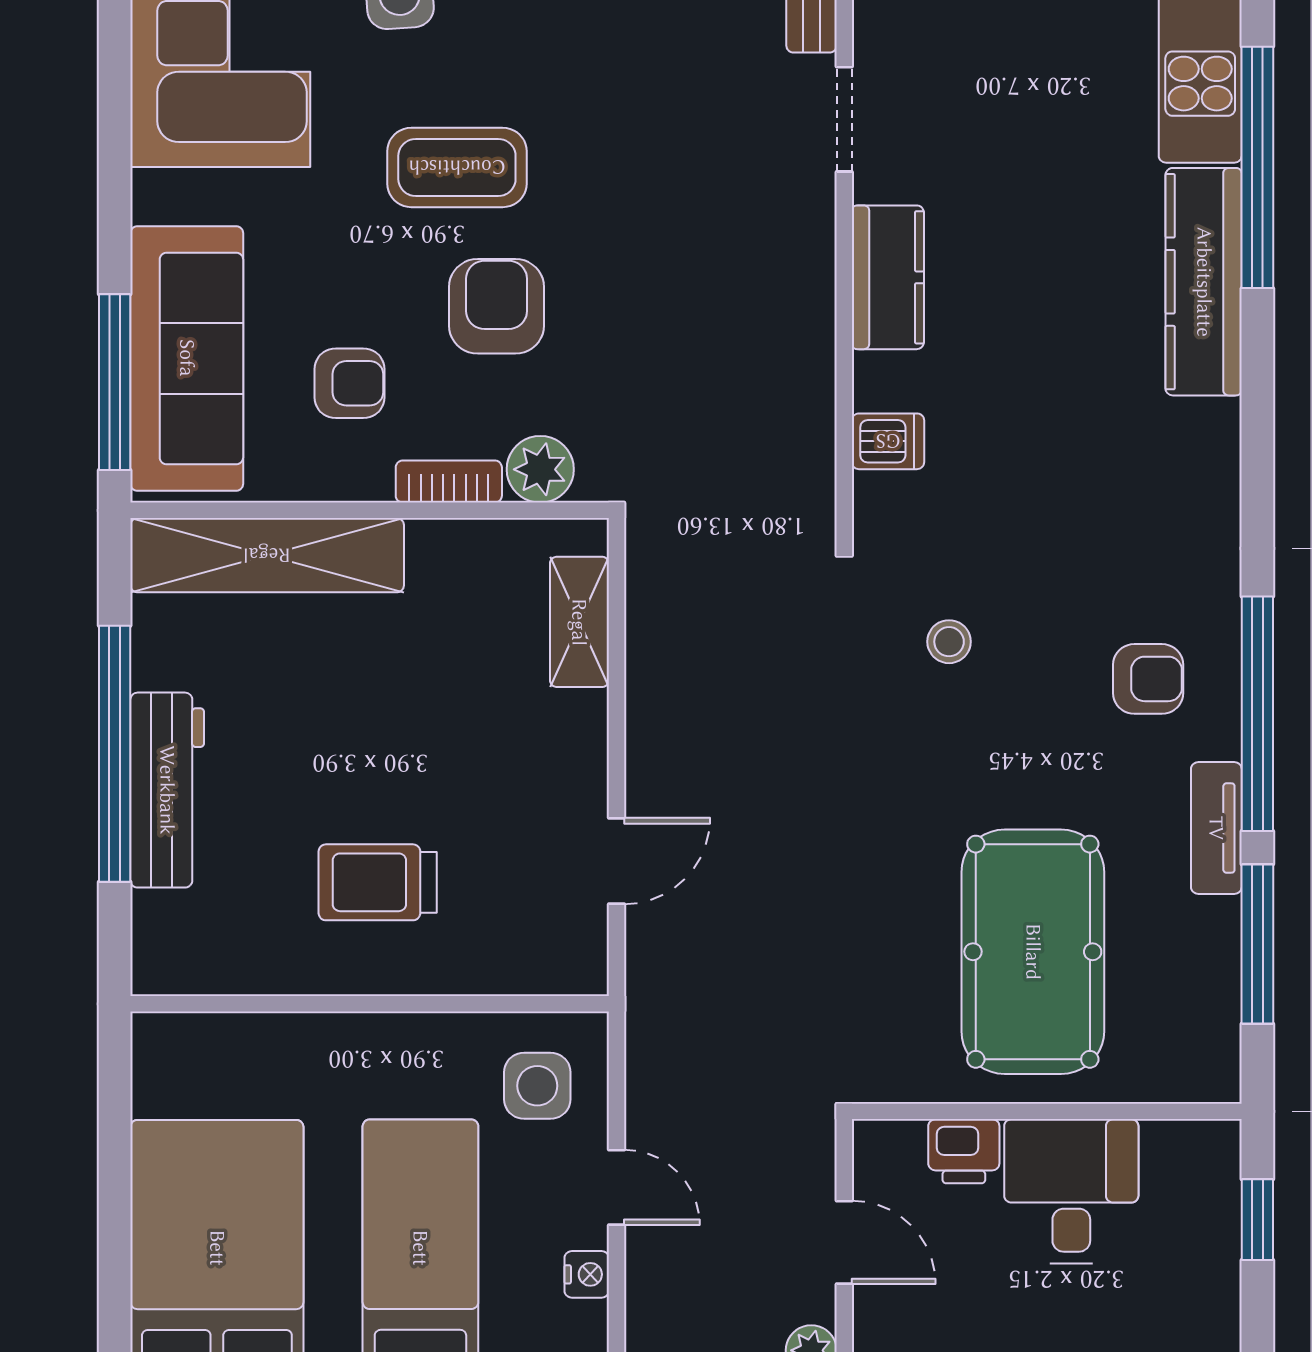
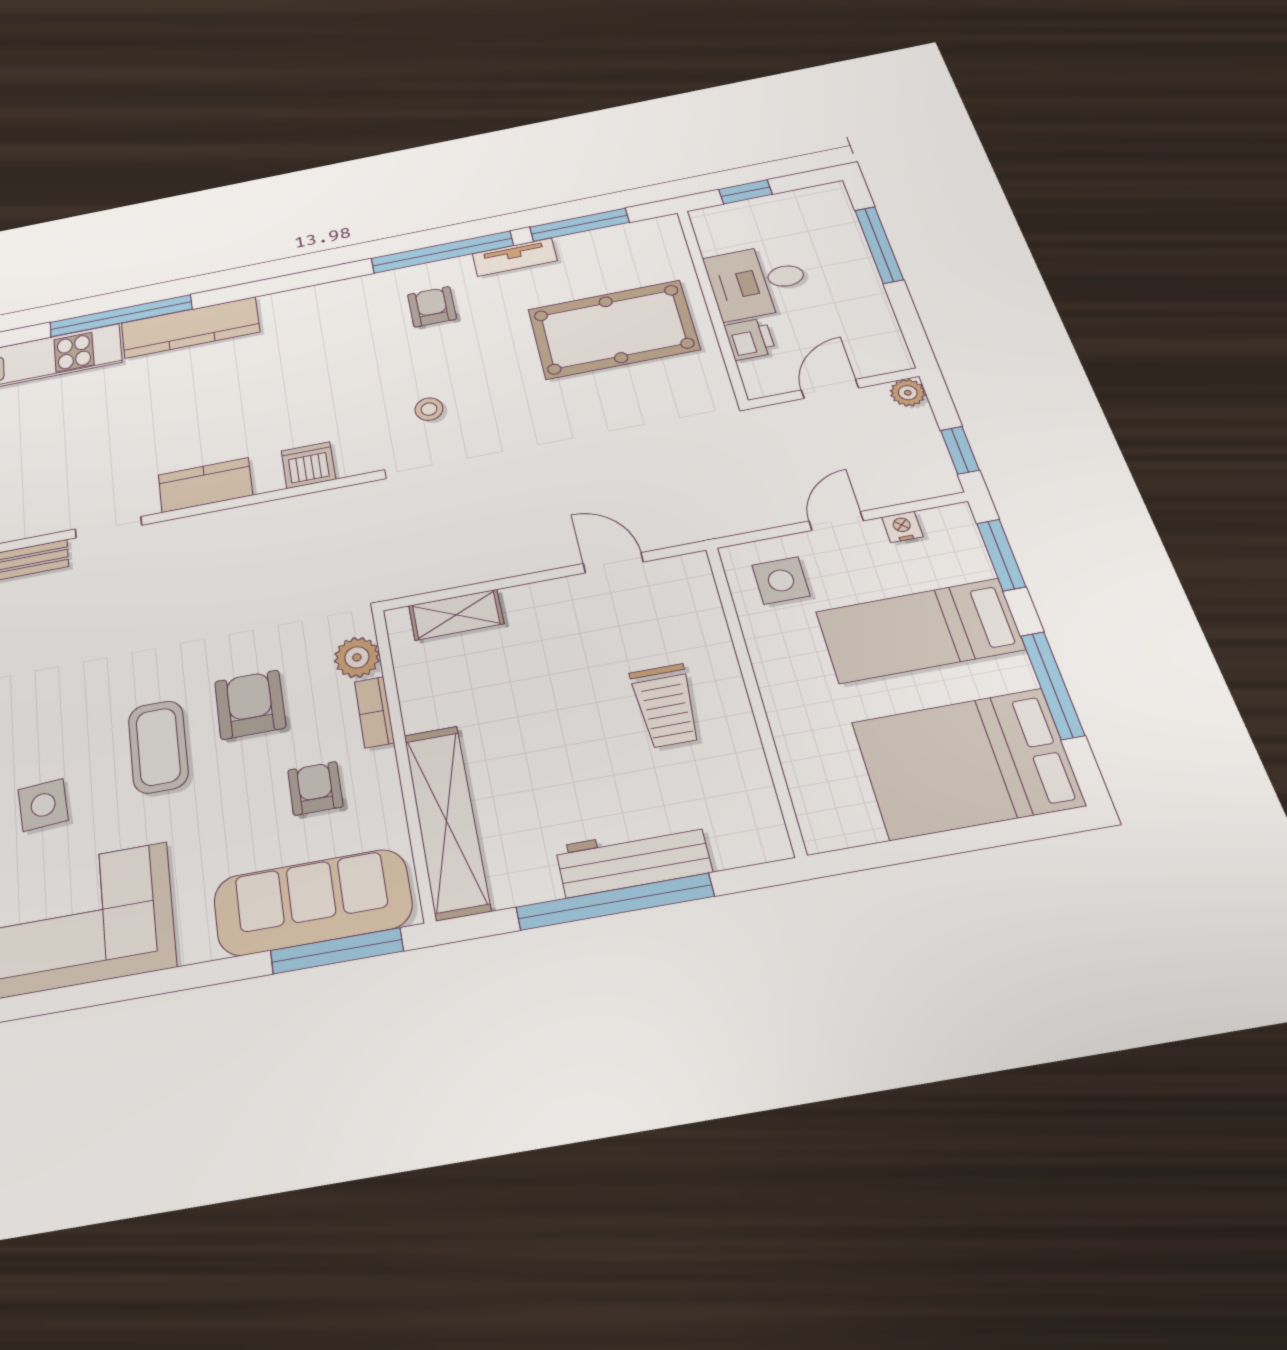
armchair: (497, 306) -> (250, 705), turned 90
dishwasher: (888, 441) -> (308, 465), width x1.38

